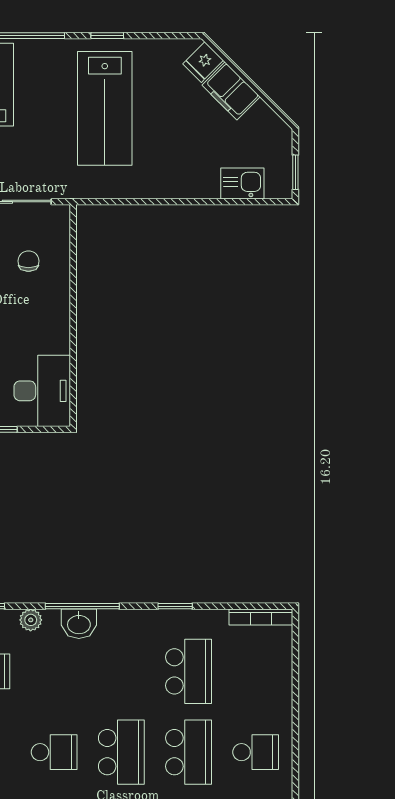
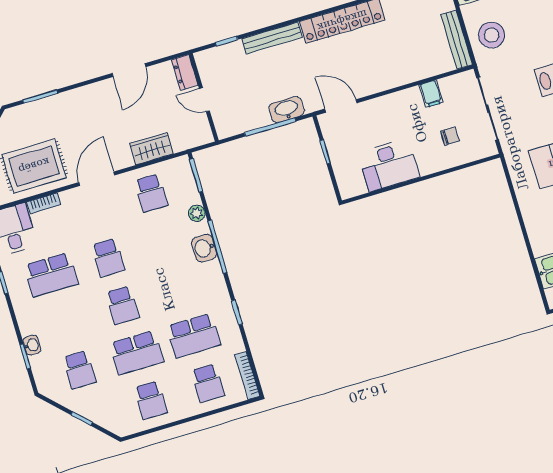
desk: (42, 391) -> (389, 165), moved
school desk: (256, 671) -> (208, 383), added
school desk: (121, 752) -> (122, 305), width x0.54

